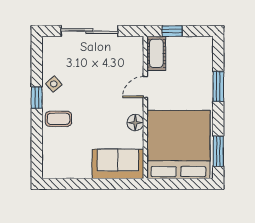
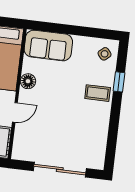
side table: (54, 84) -> (105, 54), moved
window: (37, 98) -> (119, 82), moved

